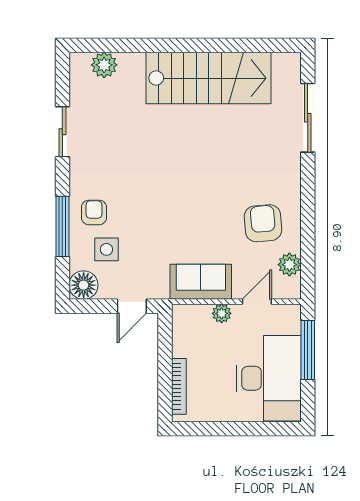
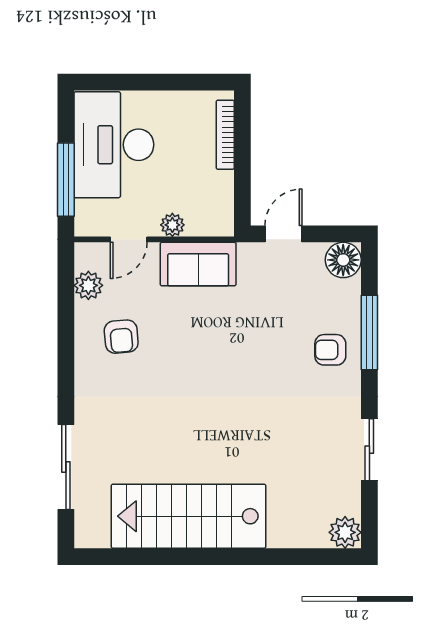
plant: (104, 65) -> (345, 532), moved
armchair: (94, 212) -> (330, 350), turned 90
armchair: (263, 223) -> (121, 337), width x0.72, depth x0.72
side table: (106, 249) -> (315, 304), removed

